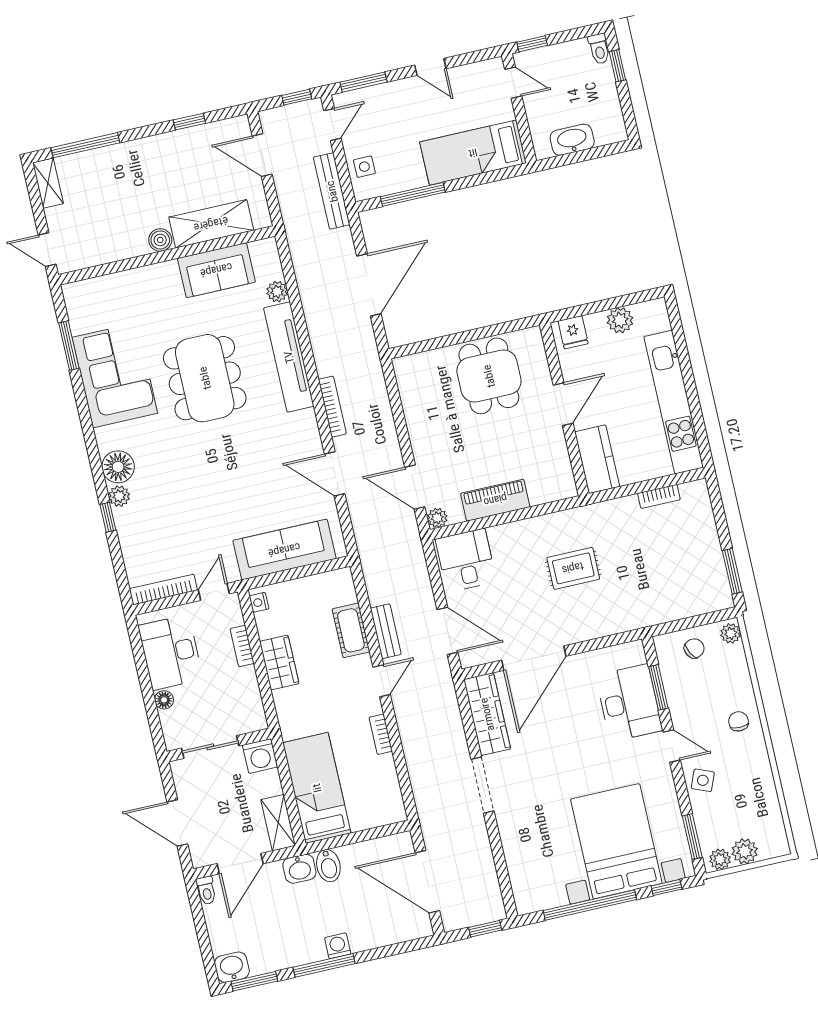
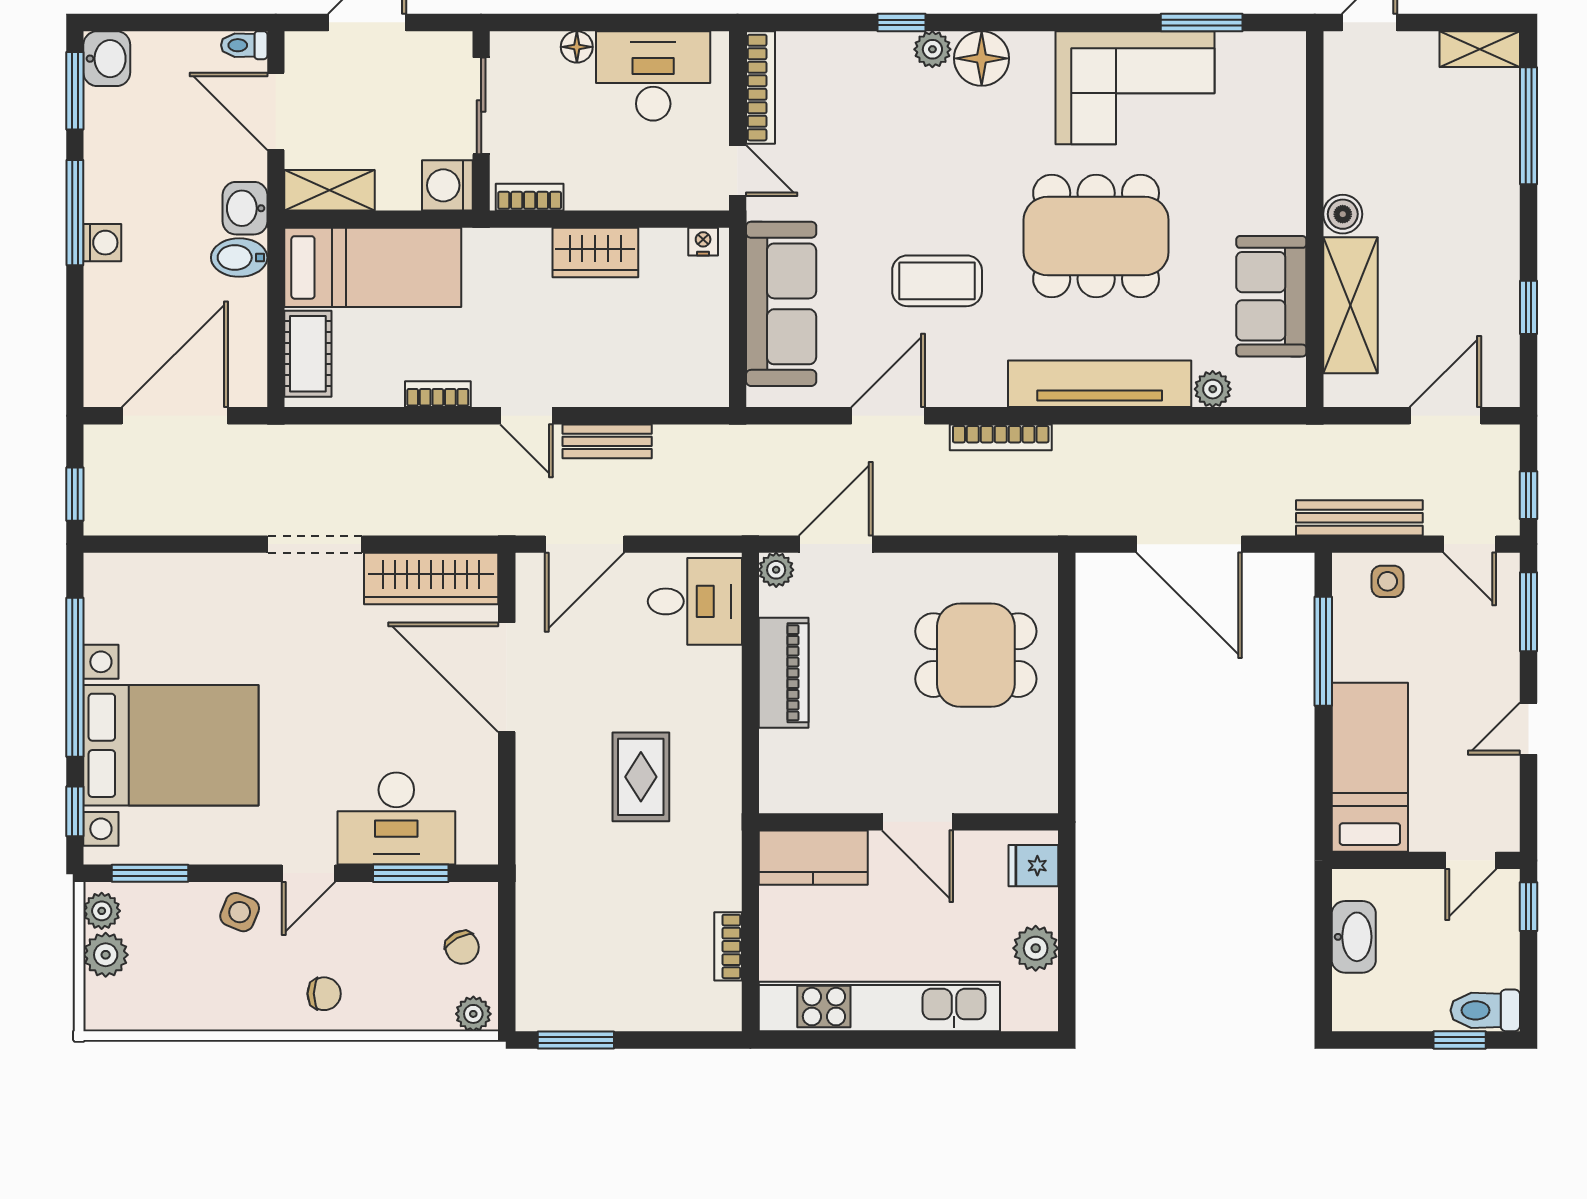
toilet: (599, 49) -> (1485, 1010), width x1.37, depth x1.39
dining table: (489, 376) -> (976, 655), moved
coffee table: (251, 463) -> (937, 281), added
cot: (351, 630) -> (308, 354), moved, turned 90
bookcase: (242, 646) -> (530, 197), moved

